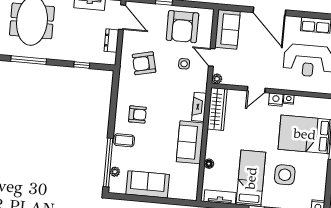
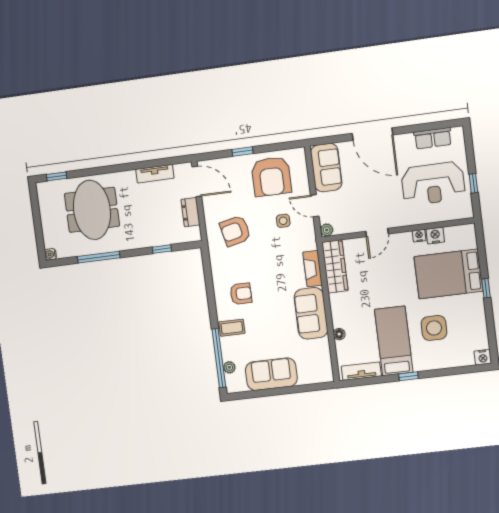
nightstand: (276, 100) -> (435, 235), moved

